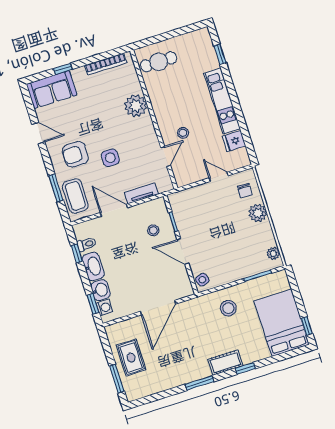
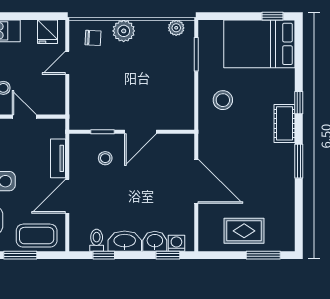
fridge: (234, 141) -> (48, 32), moved
side table: (202, 280) -> (180, 120), removed

